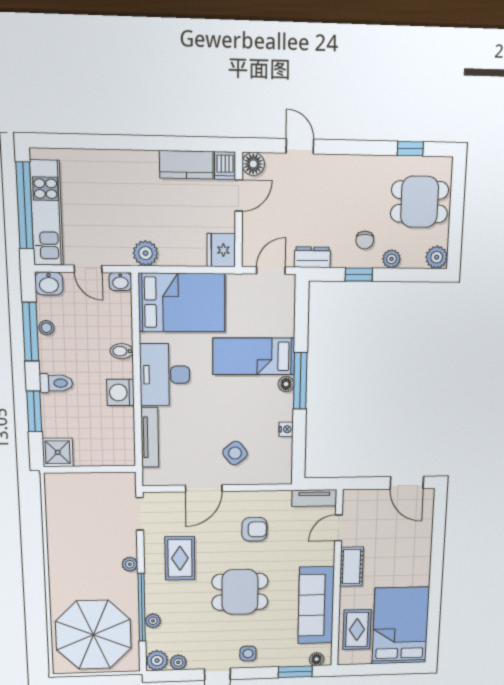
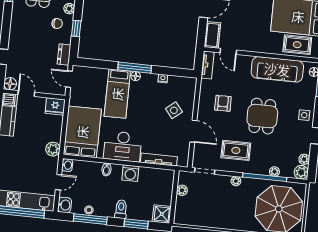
plant: (103, 481) -> (182, 190), added
cot: (351, 567) -> (212, 35), moved, turned 90

